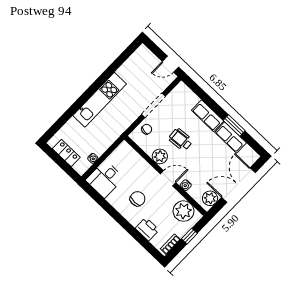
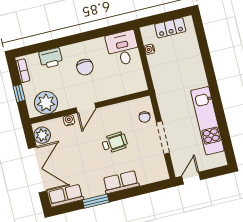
kitchen unit: (100, 100) -> (207, 121), moved
row of seats: (231, 138) -> (66, 196), moved
plant: (160, 156) -> (111, 113), removed

